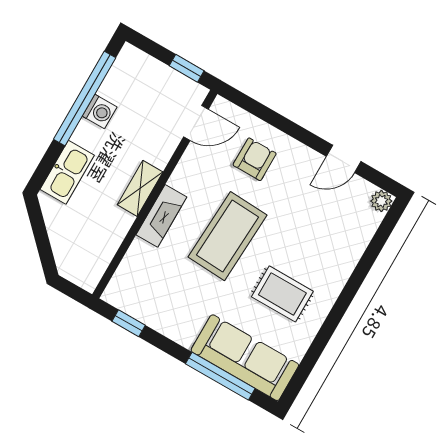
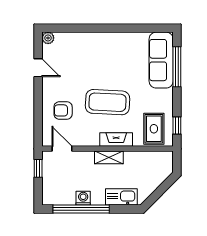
rug: (282, 294) -> (154, 129), moved

